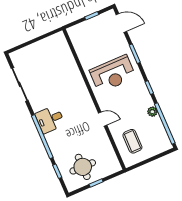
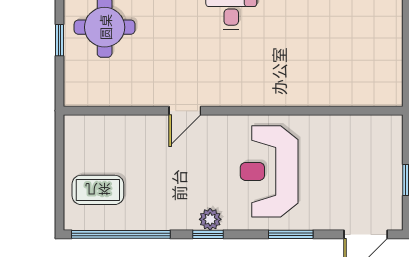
plant: (152, 112) -> (210, 219), moved
coffee table: (132, 141) -> (98, 190), moved

